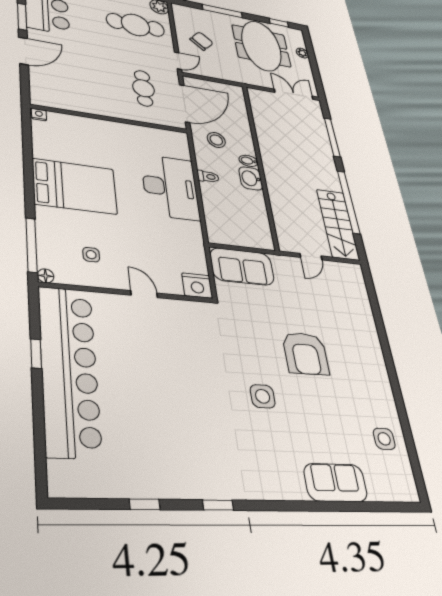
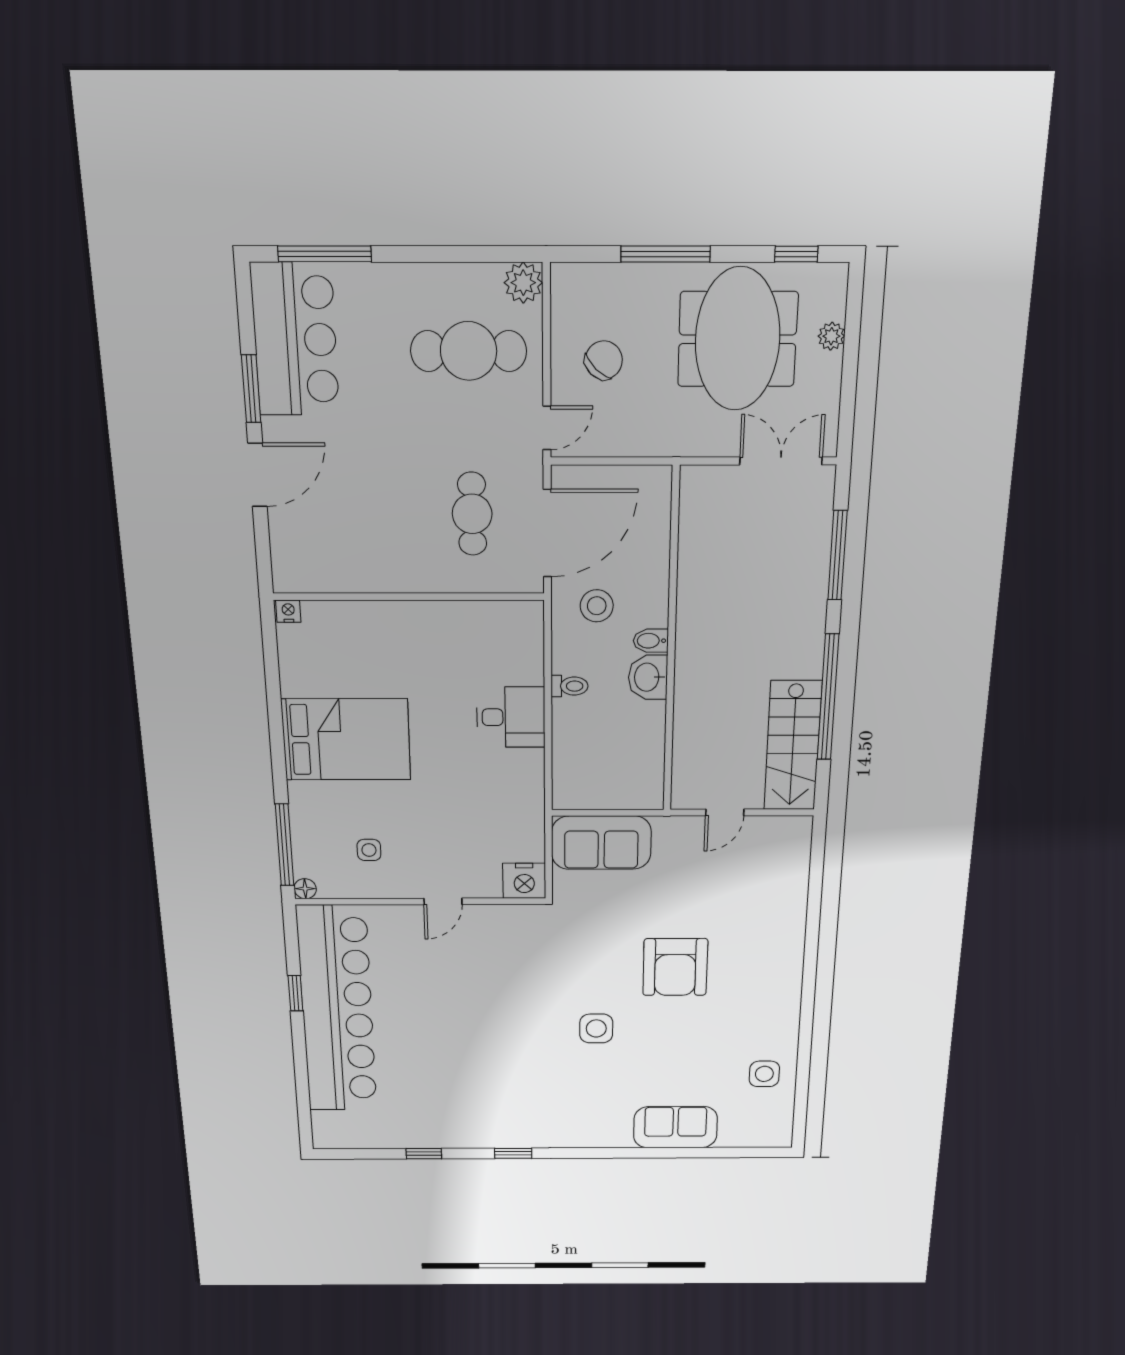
desk: (170, 187) -> (511, 717), width x0.53, depth x0.77
door: (144, 294) -> (443, 901), swing flipped

